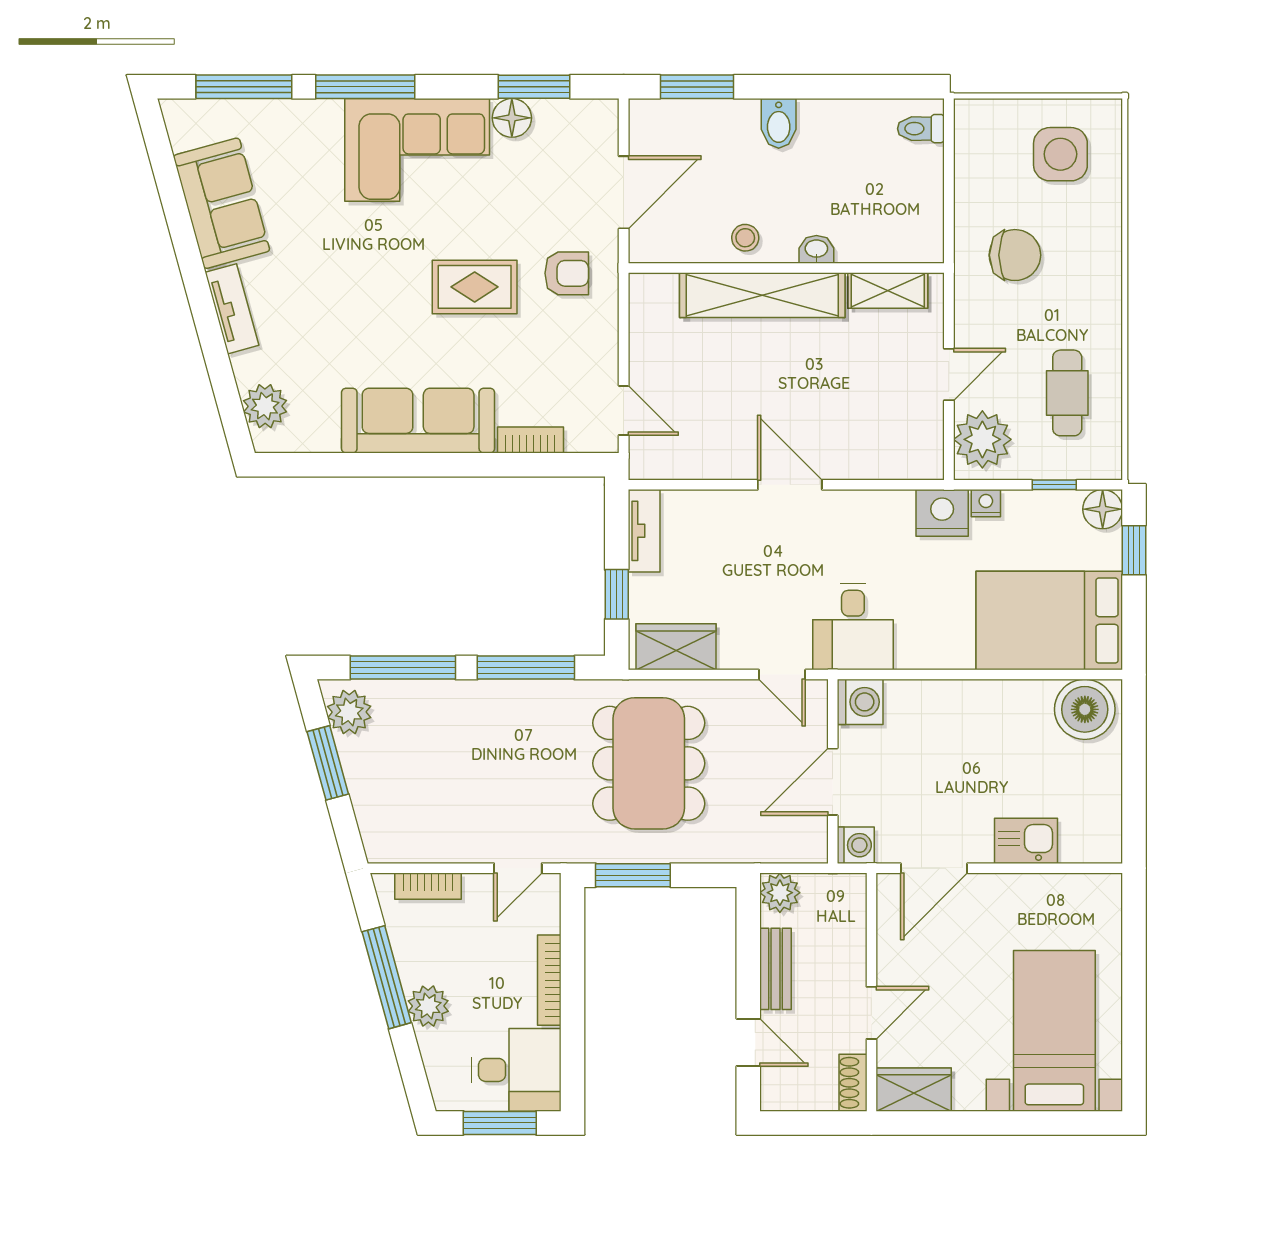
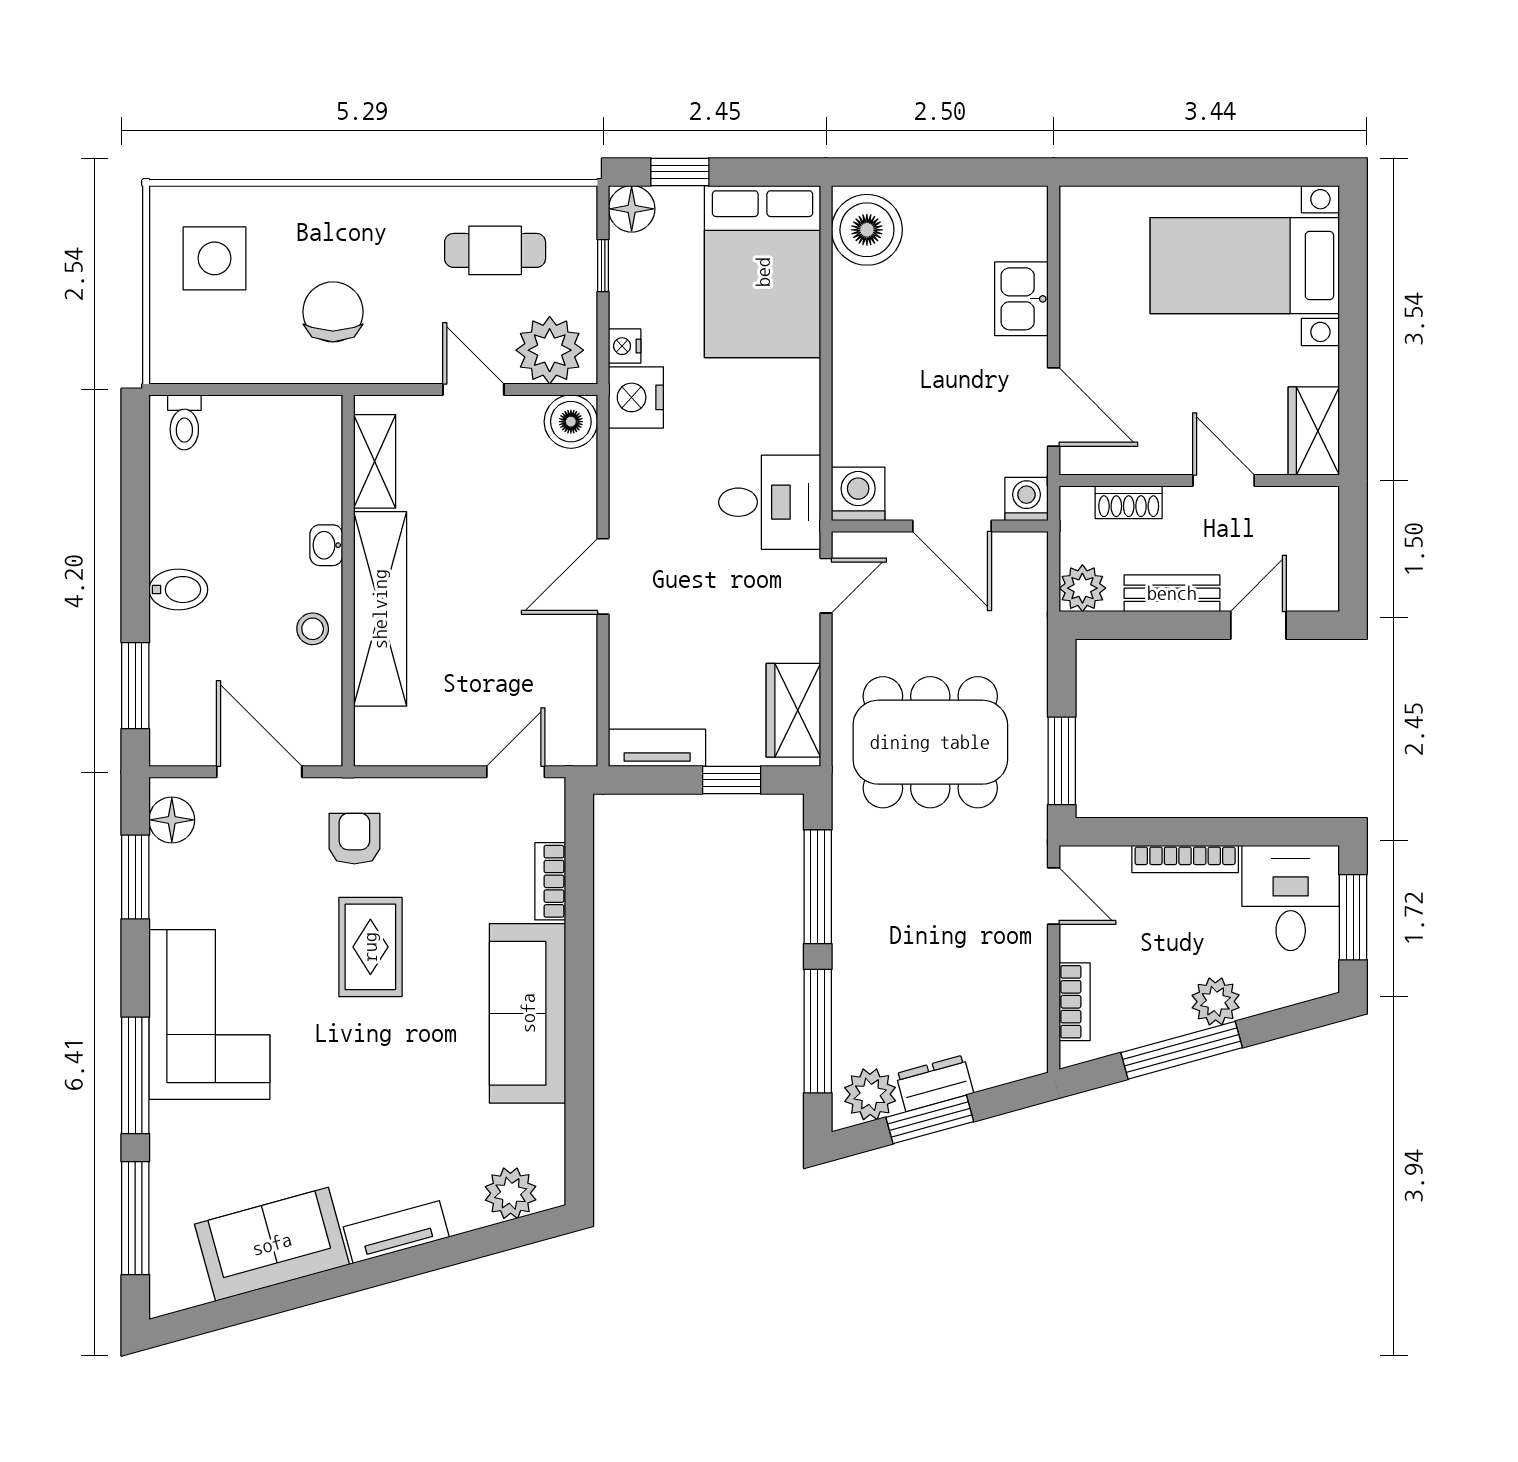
floor lamp: (512, 118) -> (172, 820), moved
boiler: (922, 457) -> (571, 422), added
dresser: (359, 767) -> (935, 1083), added
shoe rack: (853, 1083) -> (1129, 502), moved

